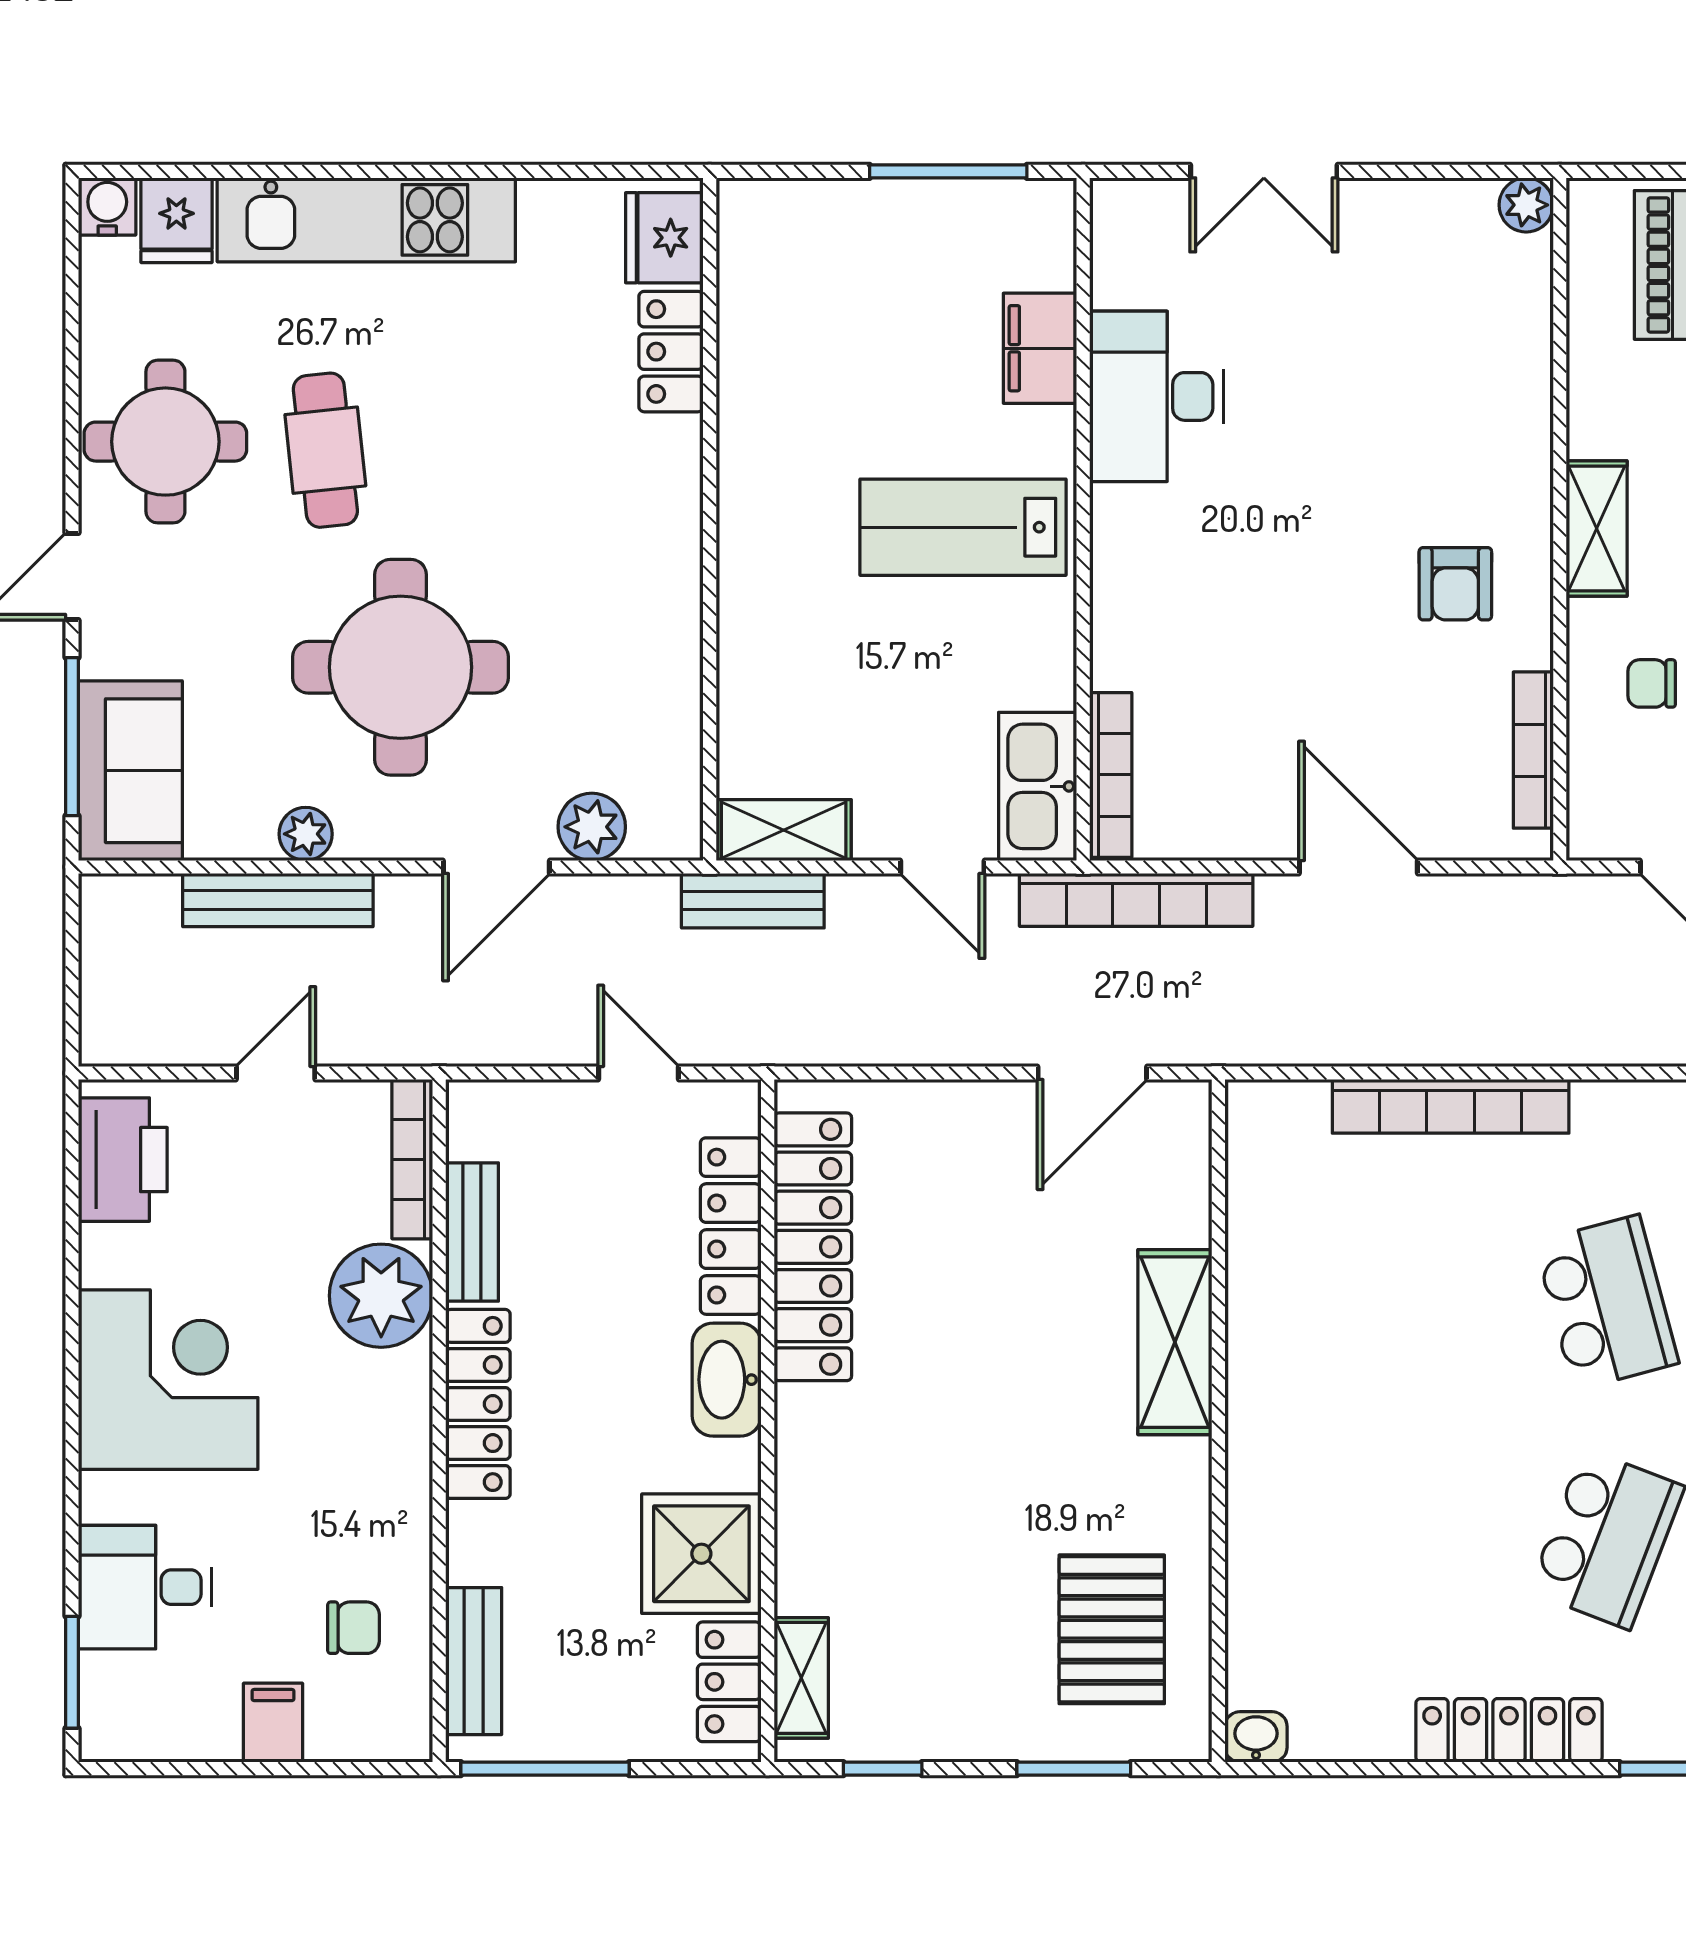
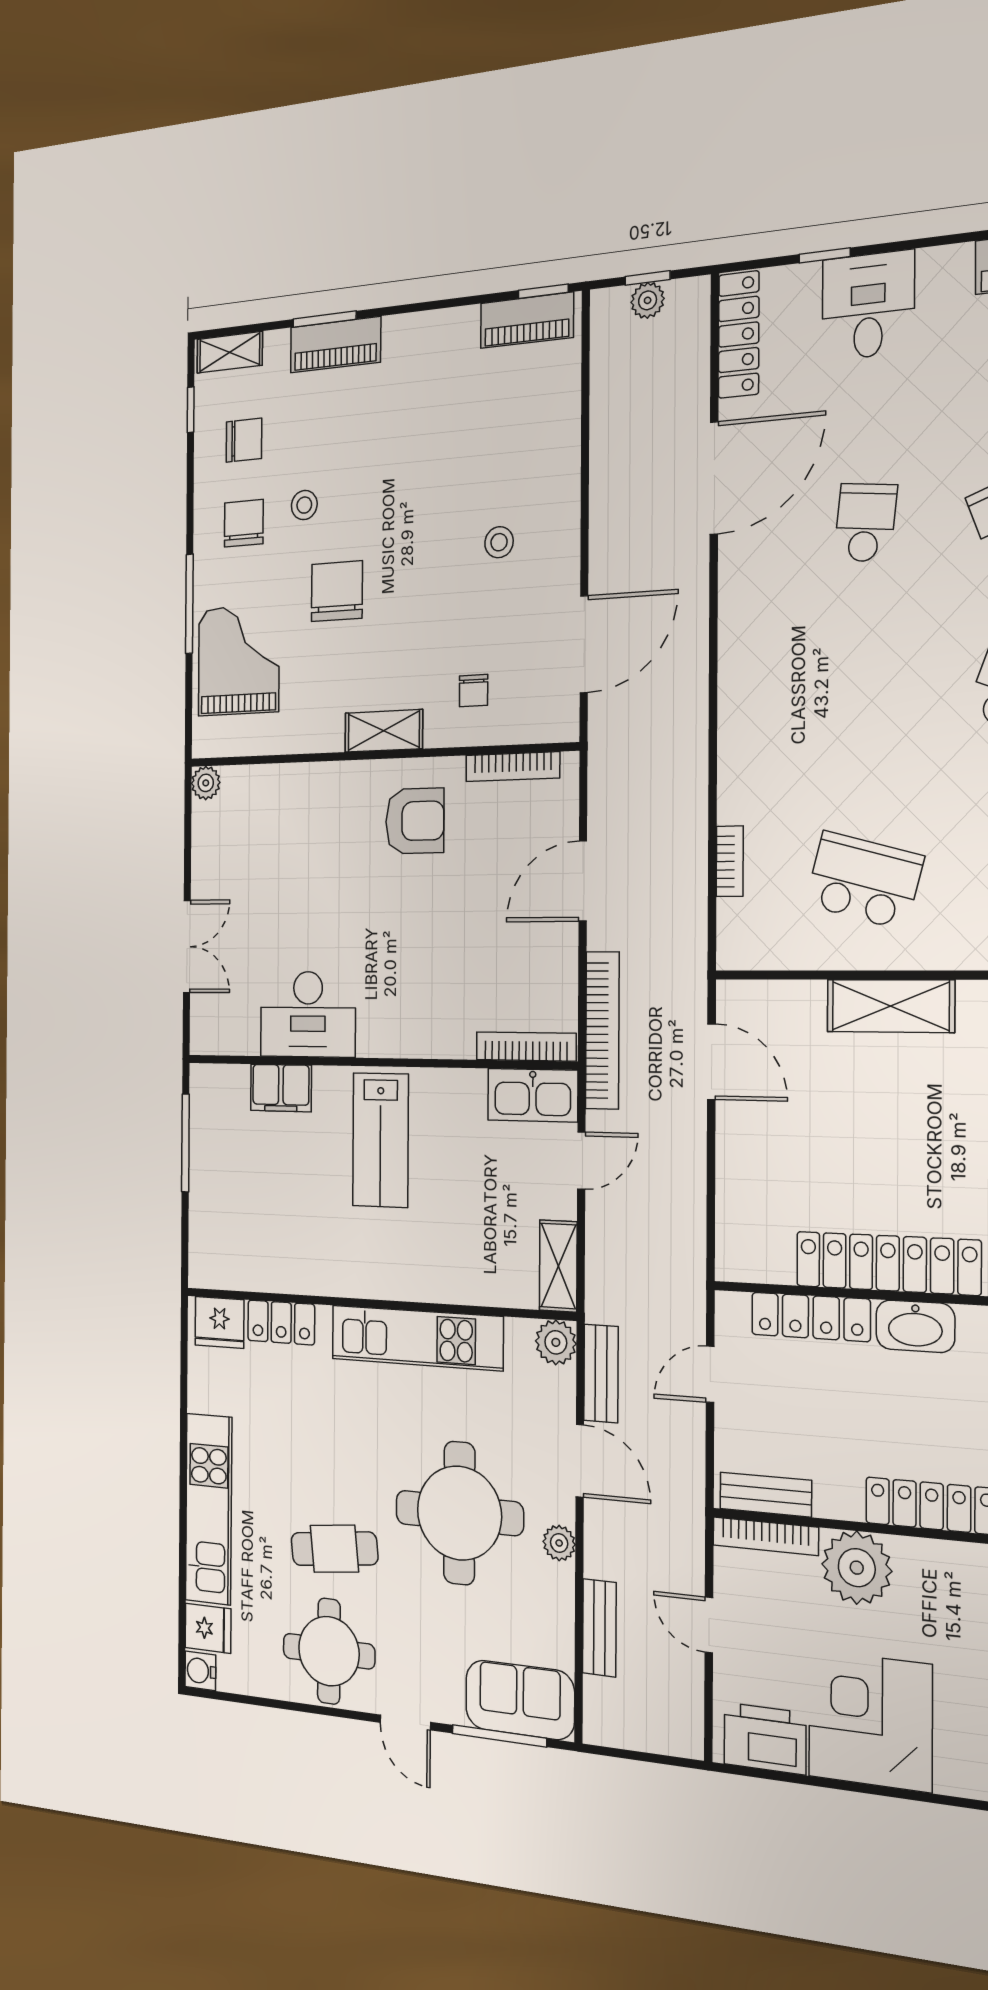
armchair: (1455, 584) -> (415, 821), width x1.38, depth x1.38
kitchen unit: (662, 592) -> (417, 1338), added
plant: (592, 827) -> (556, 1342), moved
plant: (306, 834) -> (559, 1543), moved
bench: (278, 900) -> (599, 1628), width x0.73
bench: (753, 901) -> (601, 1373), moved
bookcase: (1451, 1106) -> (730, 861), width x0.43, depth x0.76
bench: (472, 1232) -> (766, 1495), moved
locker: (813, 1247) -> (888, 1263), moved
school desk: (1607, 1303) -> (864, 880), moved, turned 30
corner desk: (168, 1380) -> (870, 1721), moved

